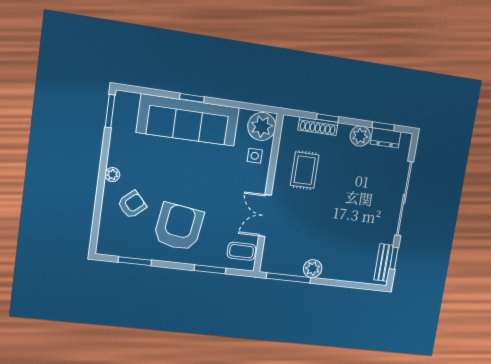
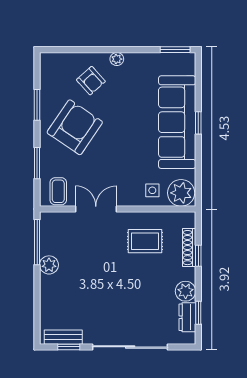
armchair: (179, 227) -> (75, 127), turned -64
window: (135, 261) -> (37, 105), moved

